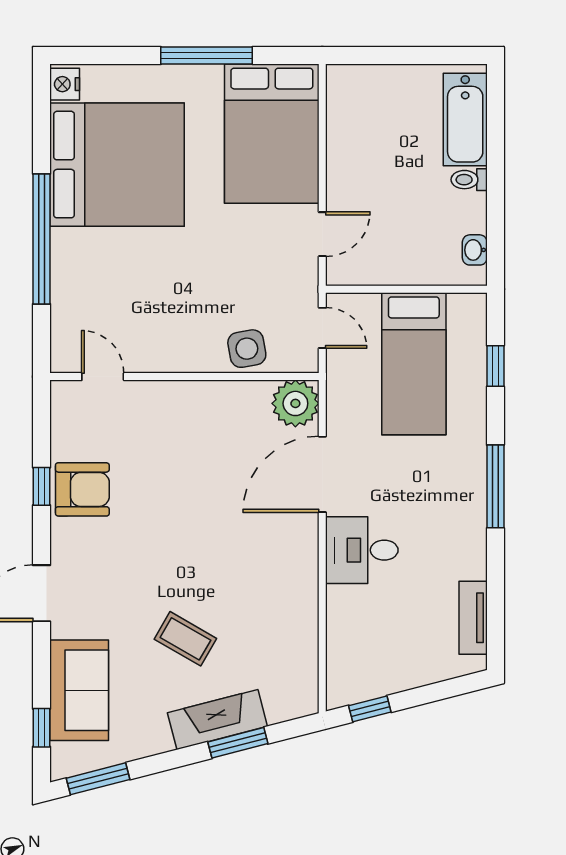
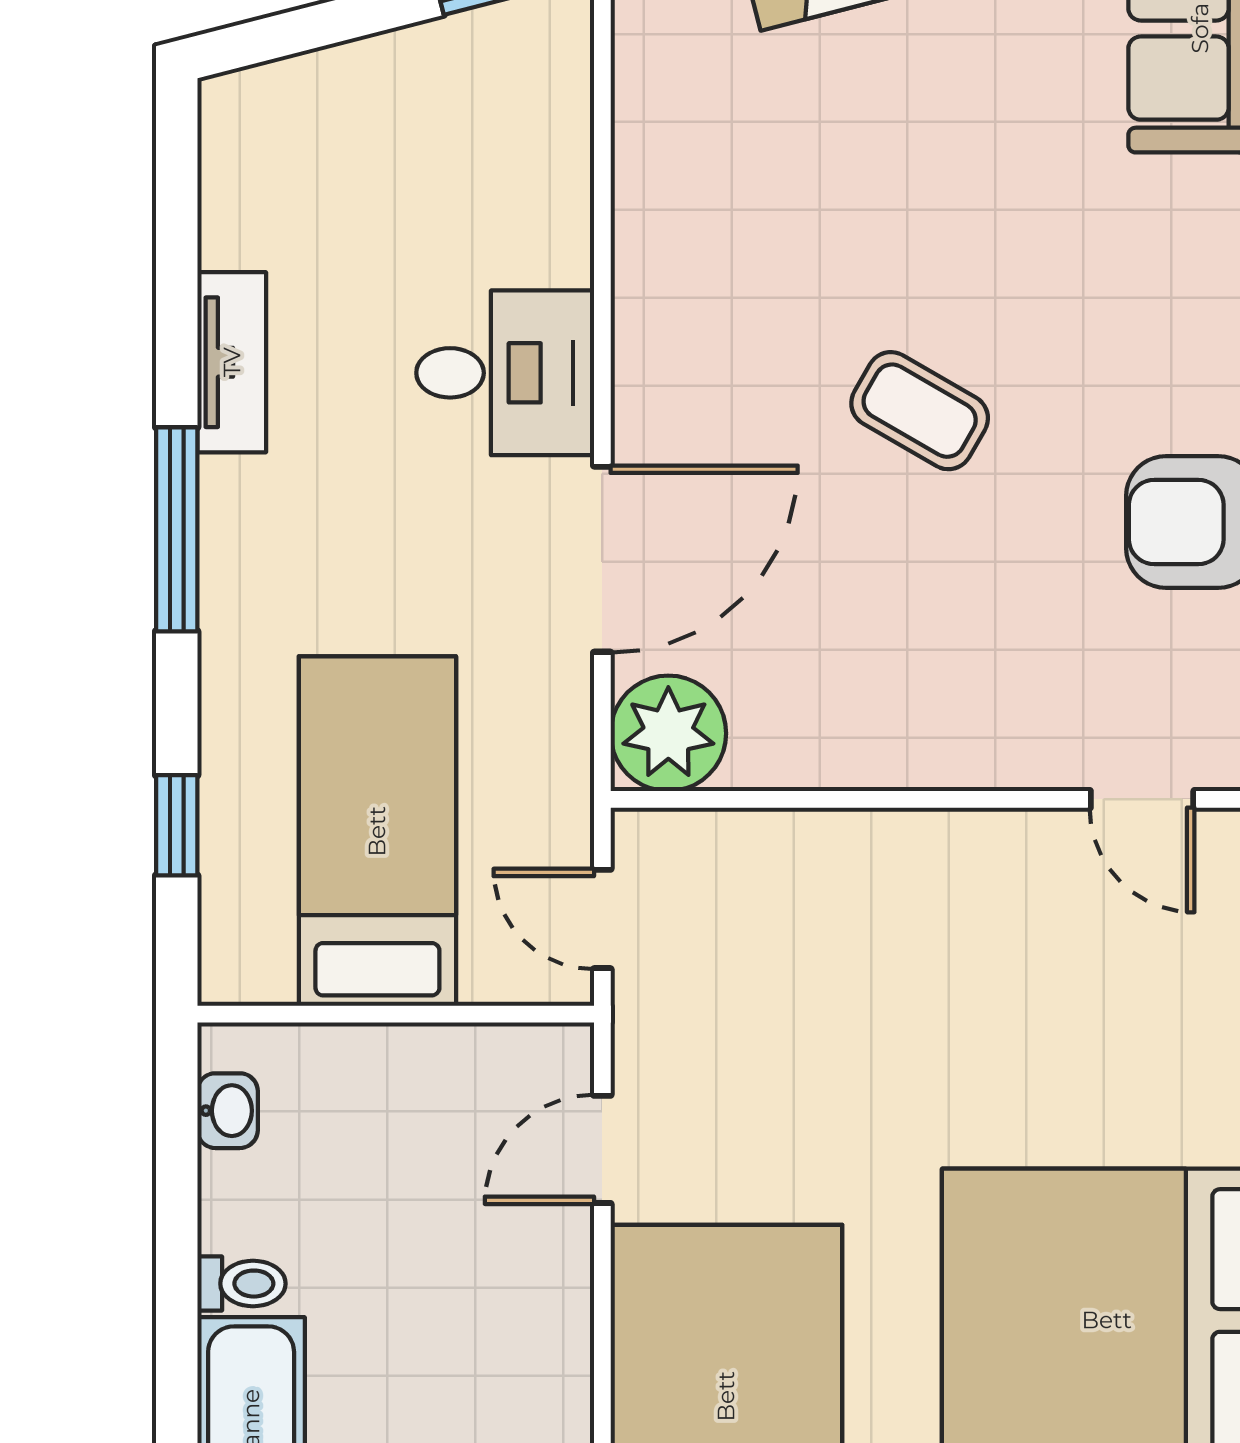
side table: (247, 349) -> (788, 868), removed
tv unit: (473, 618) -> (232, 362), moved
coffee table: (185, 639) -> (920, 411), moved

